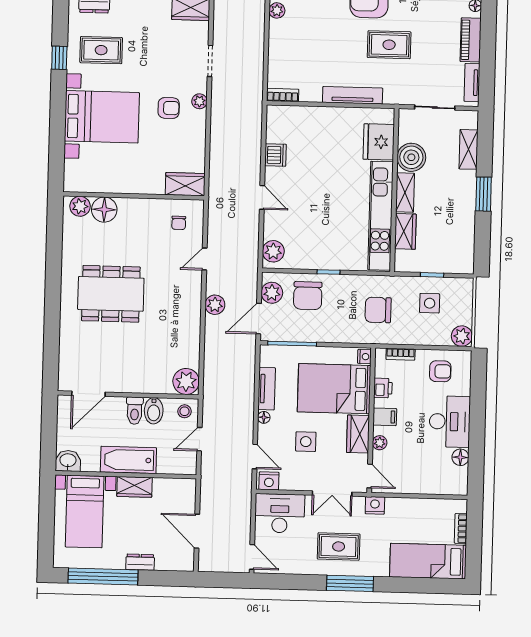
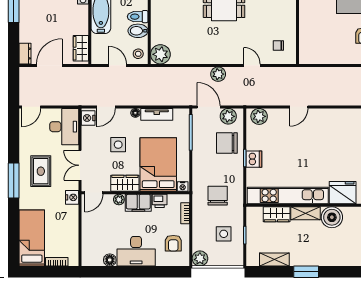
shelving: (468, 149) -> (274, 260), moved
dishwasher: (276, 155) -> (254, 159), moved, turned -90
wardrobe: (185, 184) -> (307, 50), removed
filing cabinet: (385, 417) -> (138, 203), width x2.00
wardrobe: (135, 487) -> (81, 48), moved
dresser: (140, 562) -> (25, 54), moved

